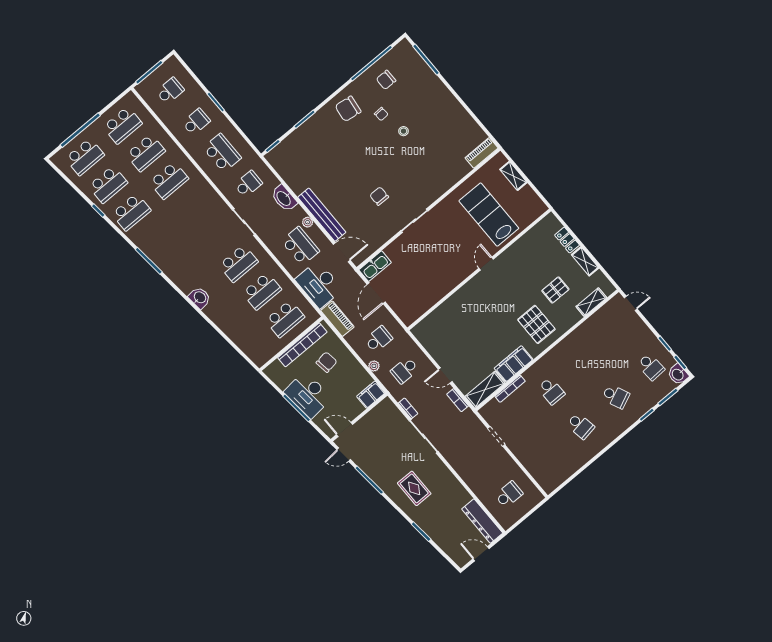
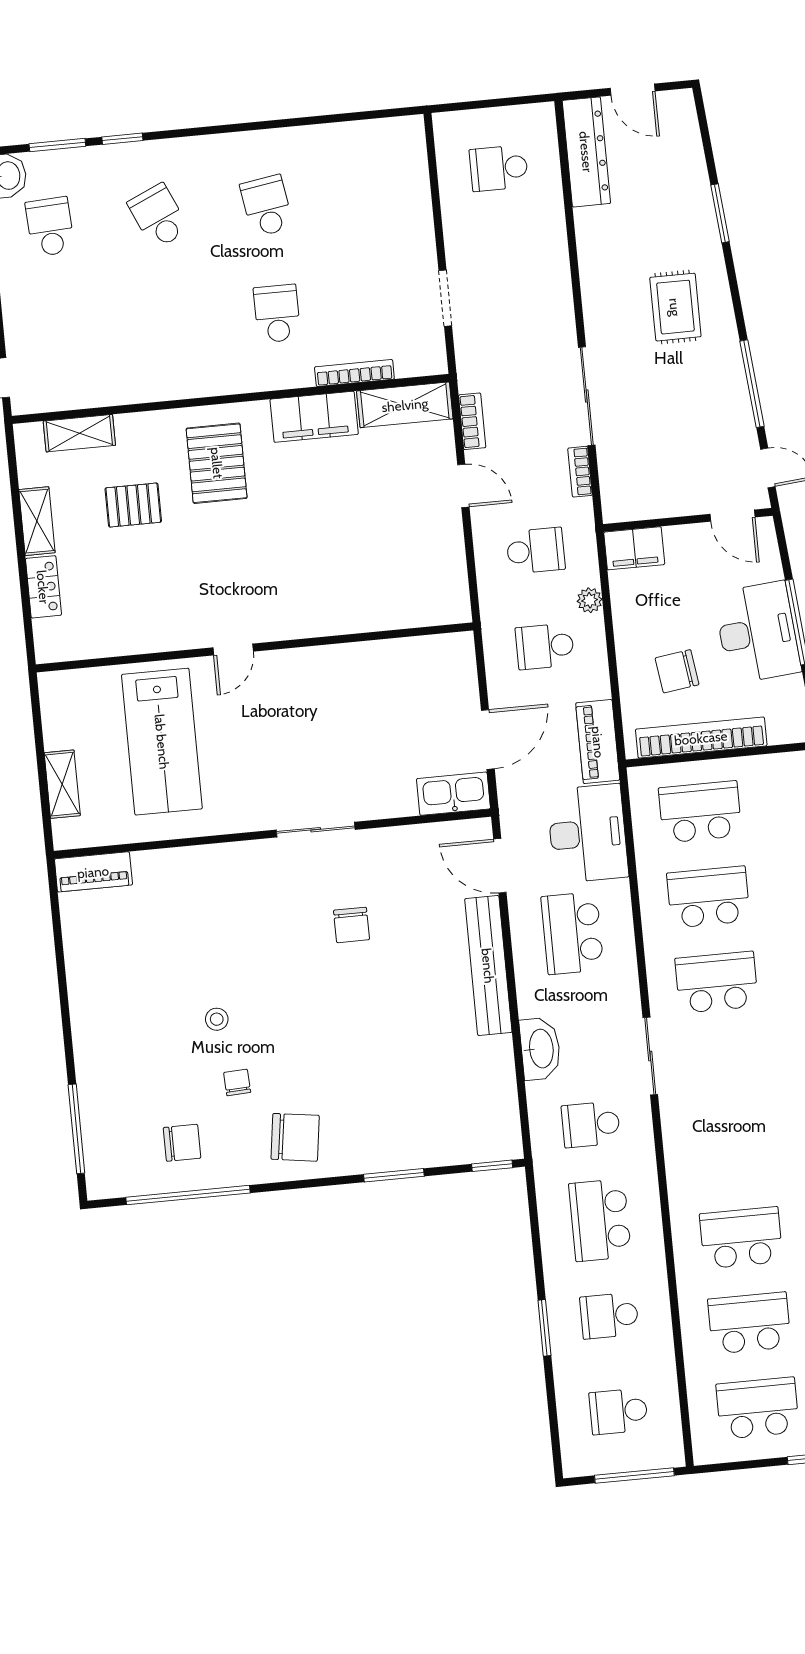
plant: (308, 222) -> (526, 970), removed

